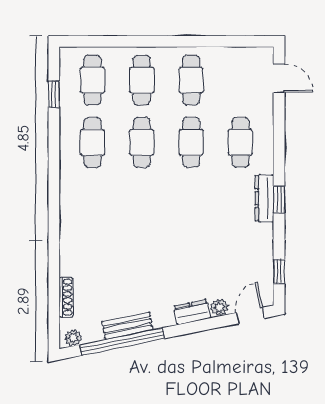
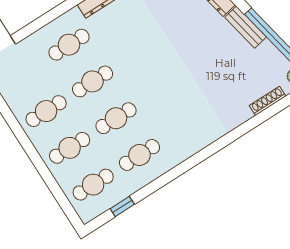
bench: (127, 326) -> (246, 27), moved

